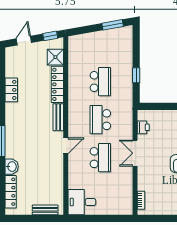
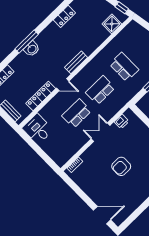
school desk: (100, 82) -> (124, 67), turned -90
locker: (57, 84) -> (41, 96), moved
school desk: (100, 158) -> (77, 113), turned 180
washbasin: (12, 167) -> (32, 49), moved

